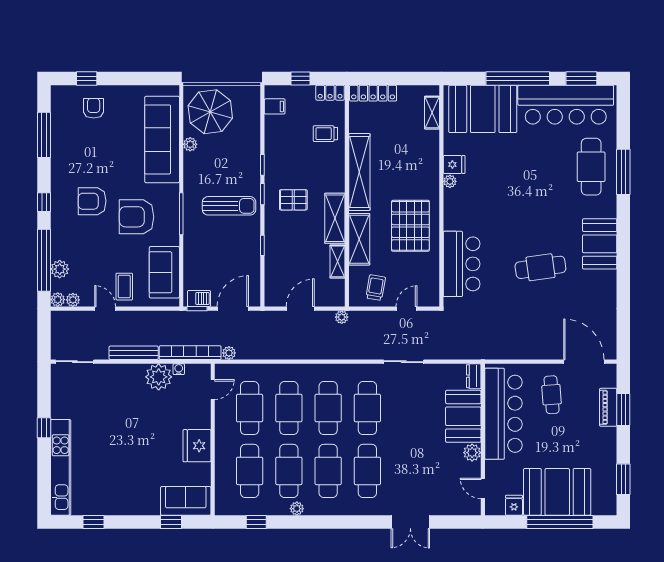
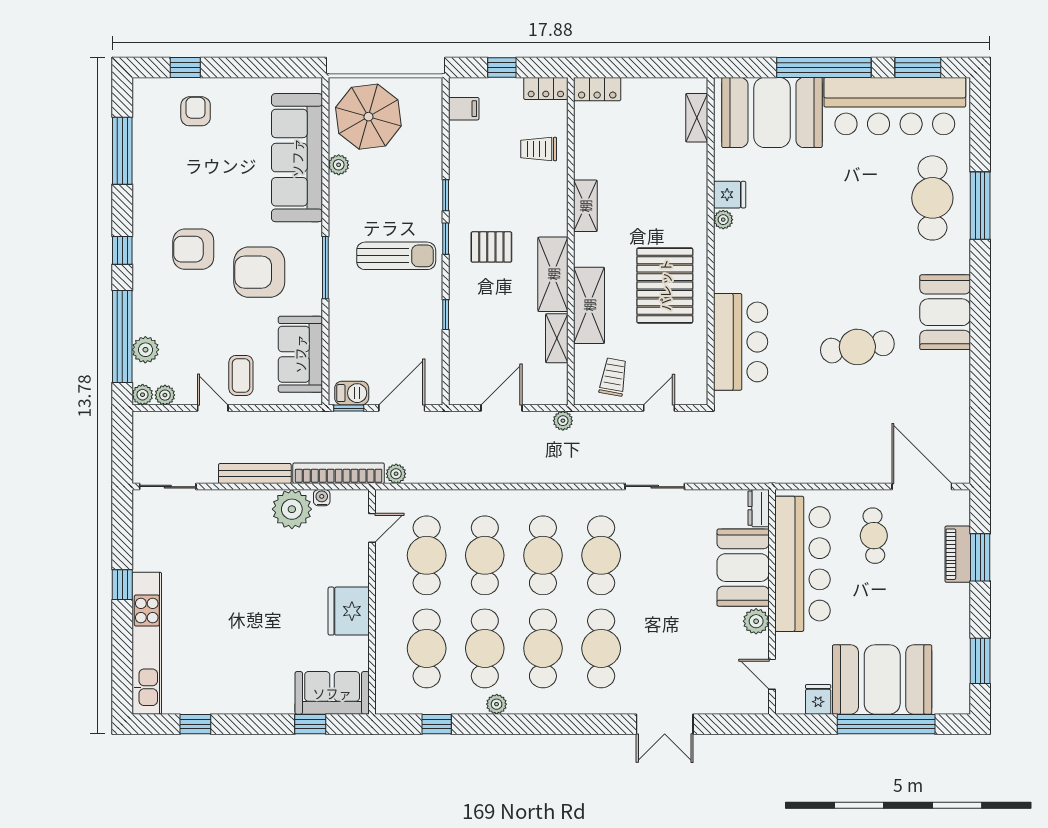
locker: (373, 93) -> (597, 89), width x0.66
shelving: (359, 172) -> (585, 206), width x0.45, depth x0.75

